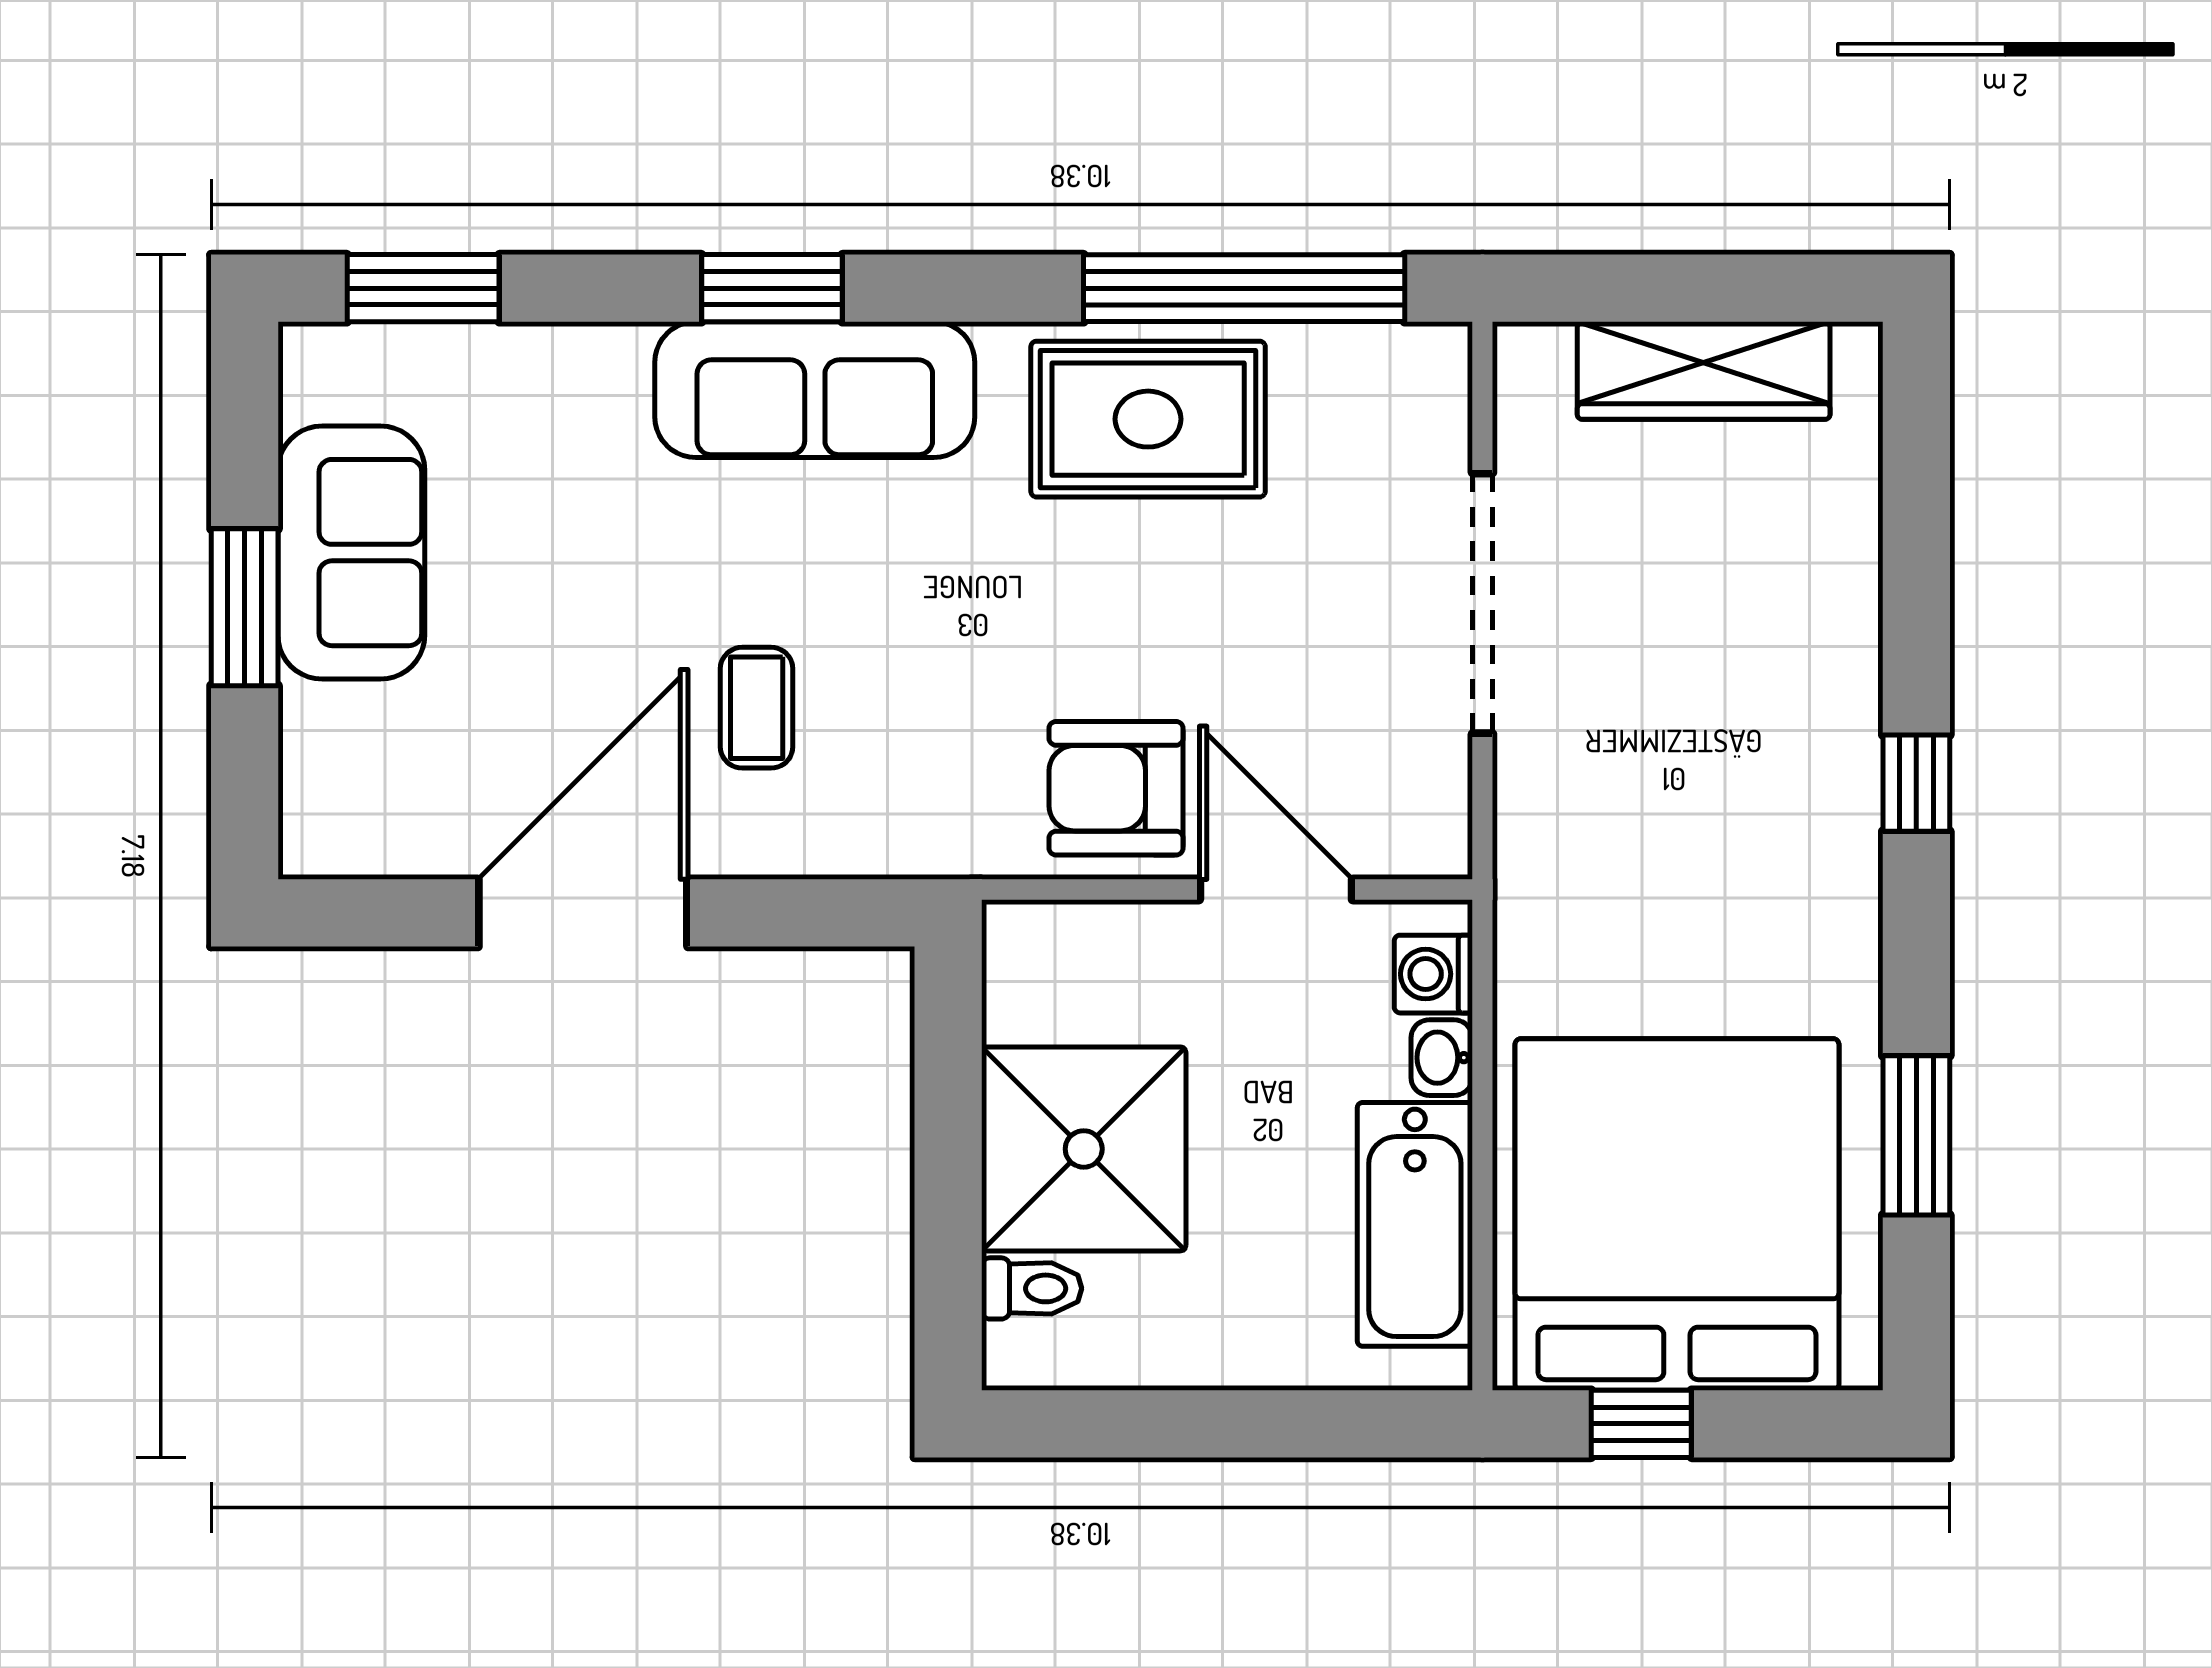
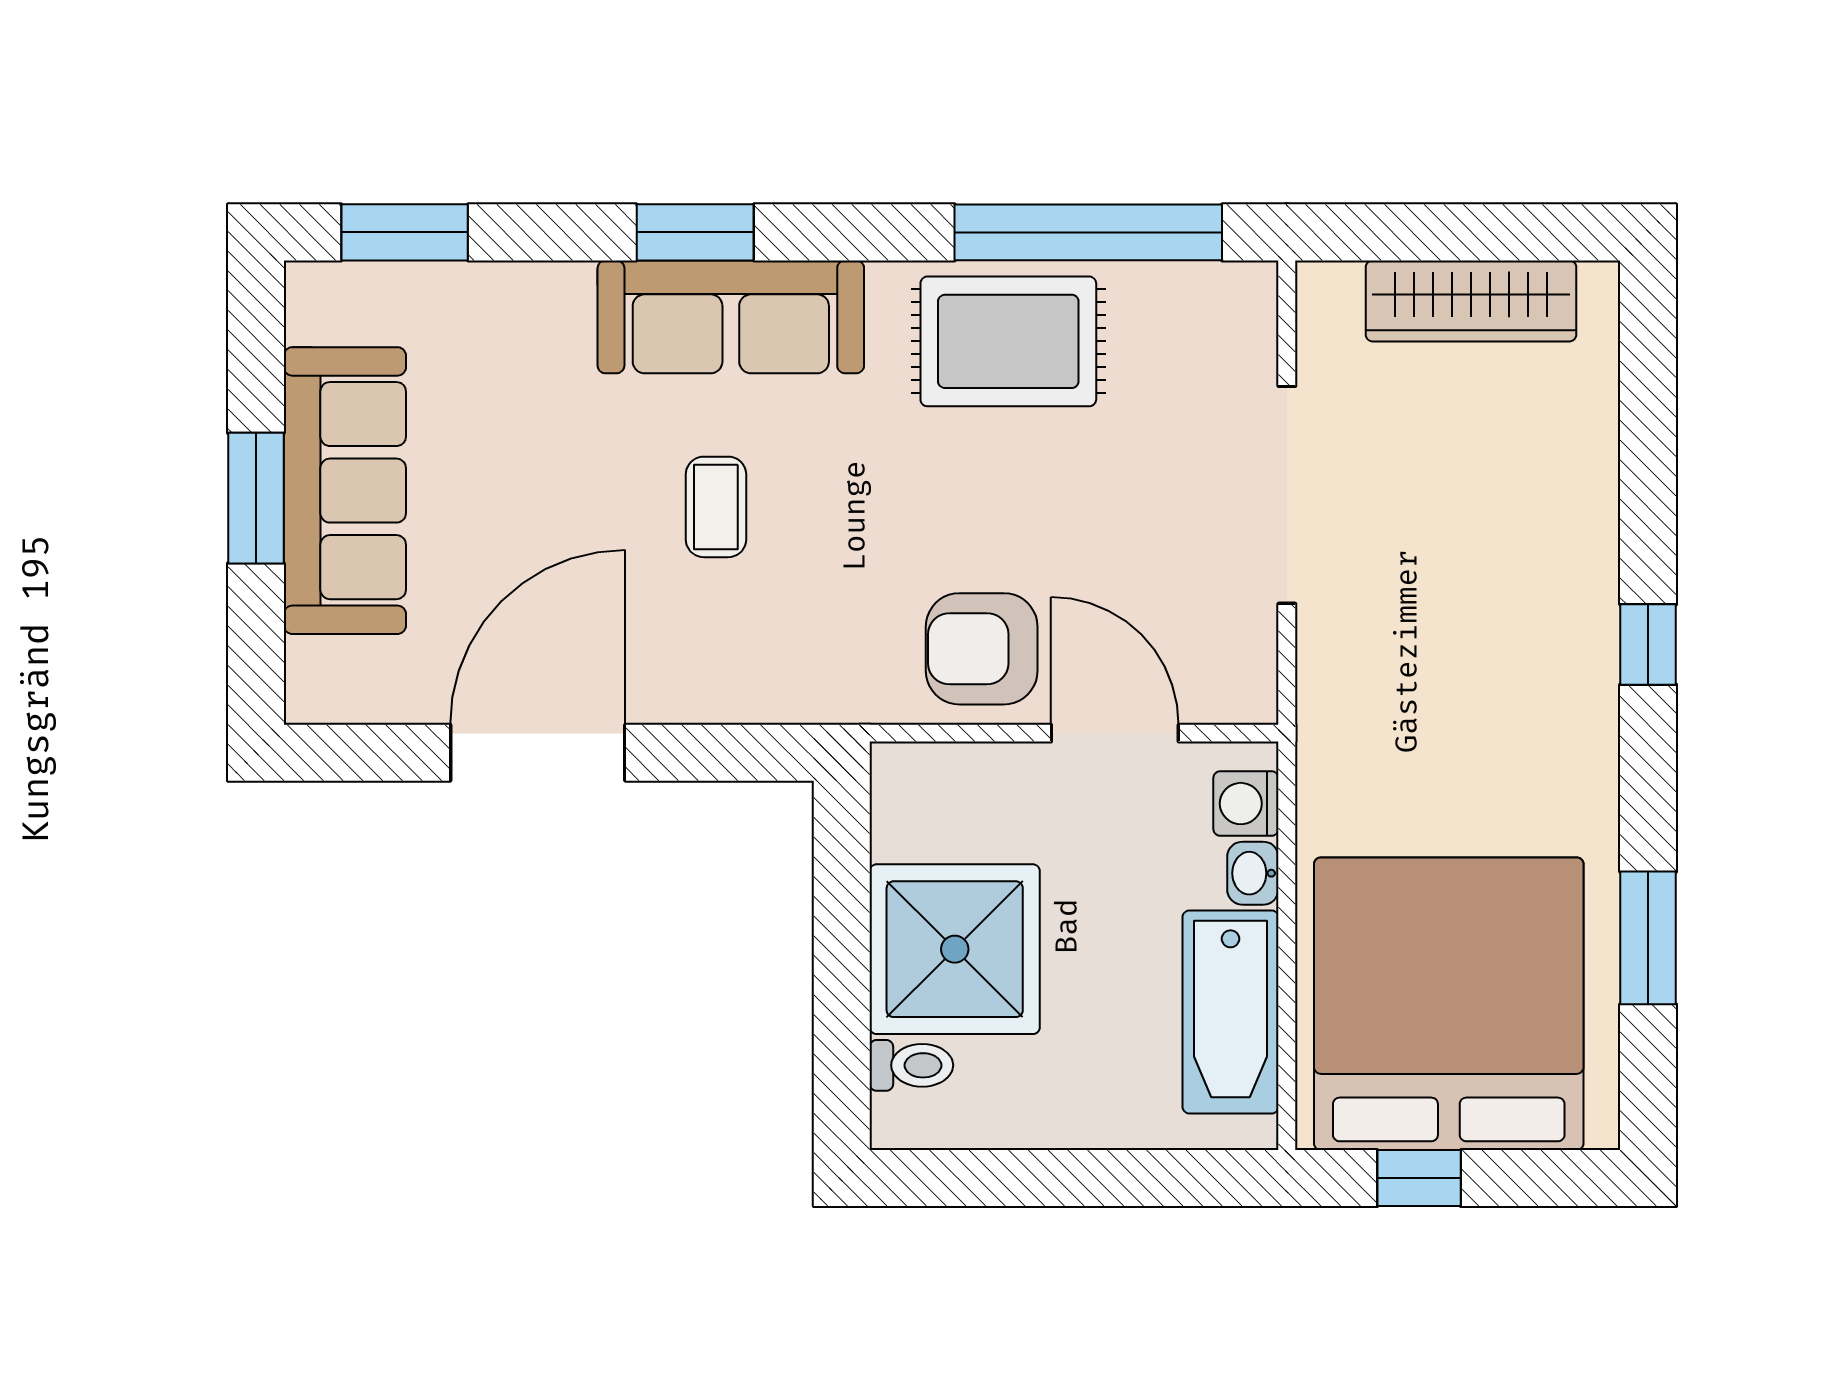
sofa: (351, 553) -> (345, 491), width x1.36
coffee table: (757, 708) -> (716, 507), moved

